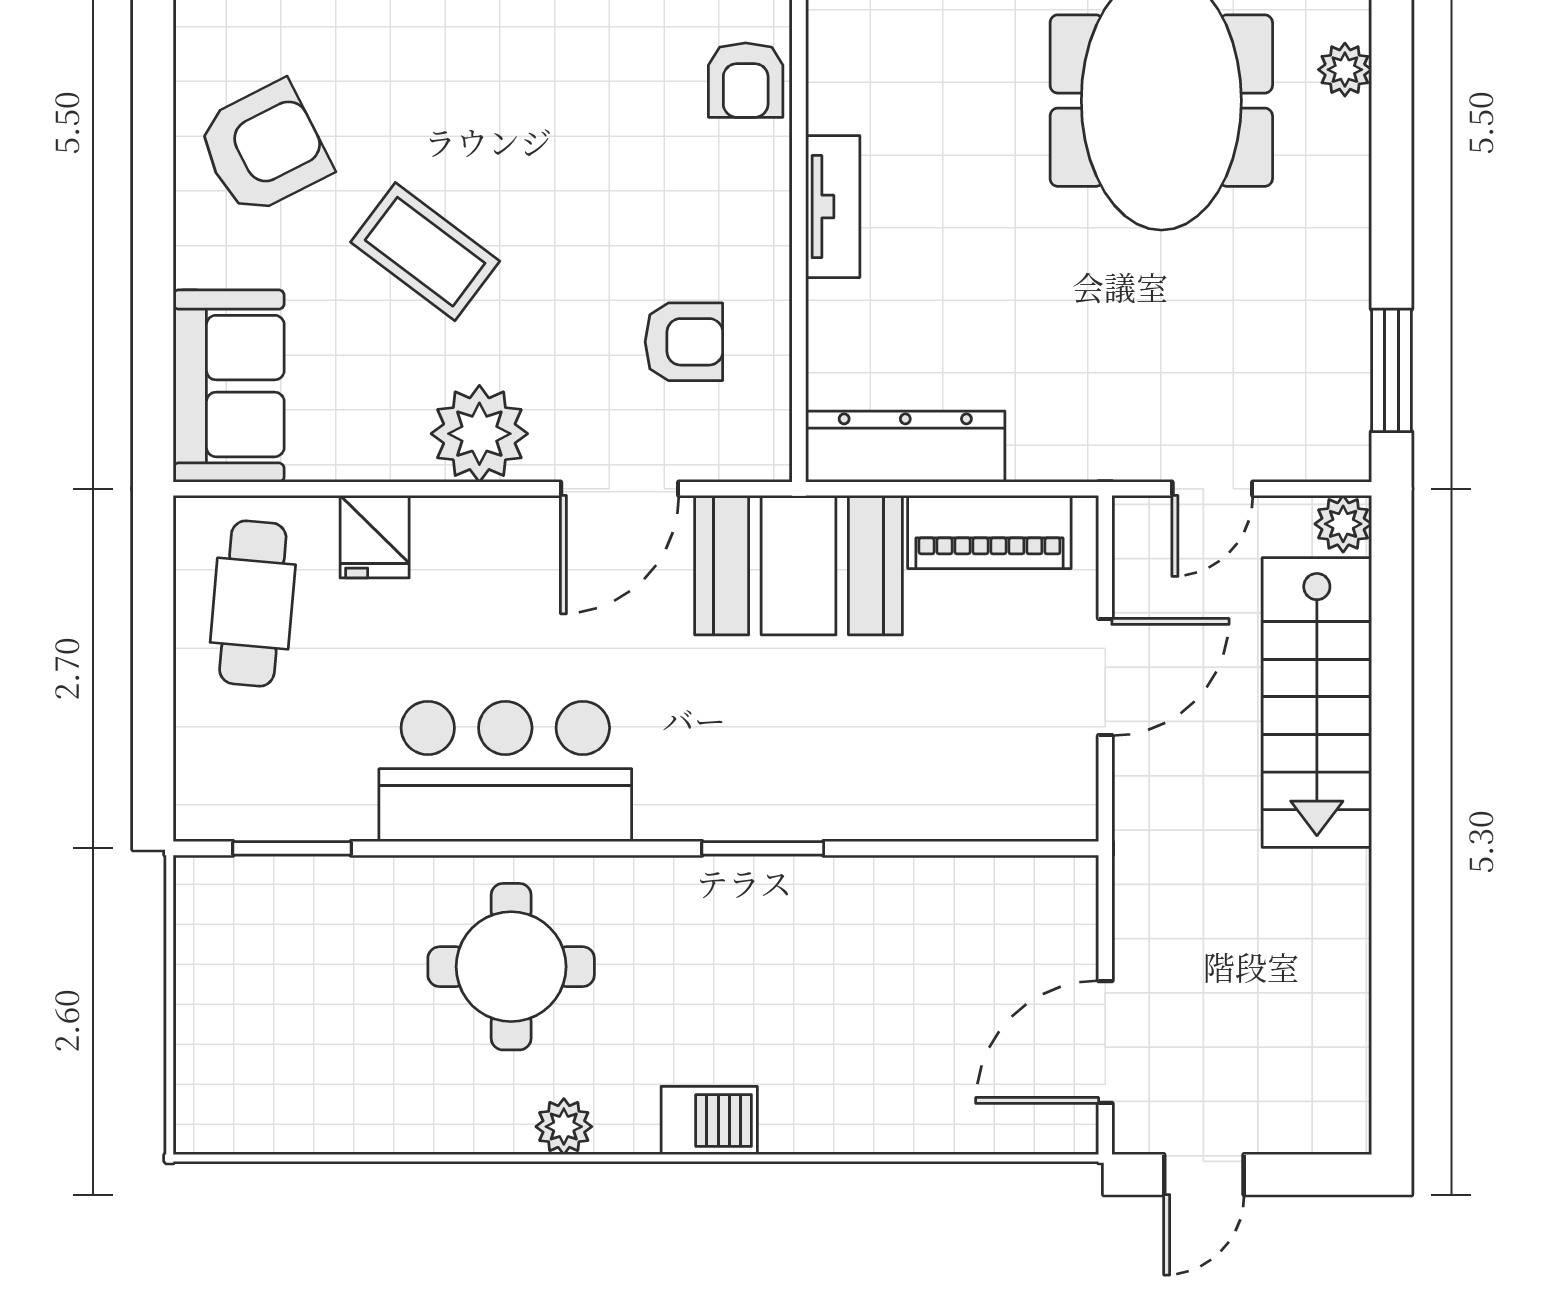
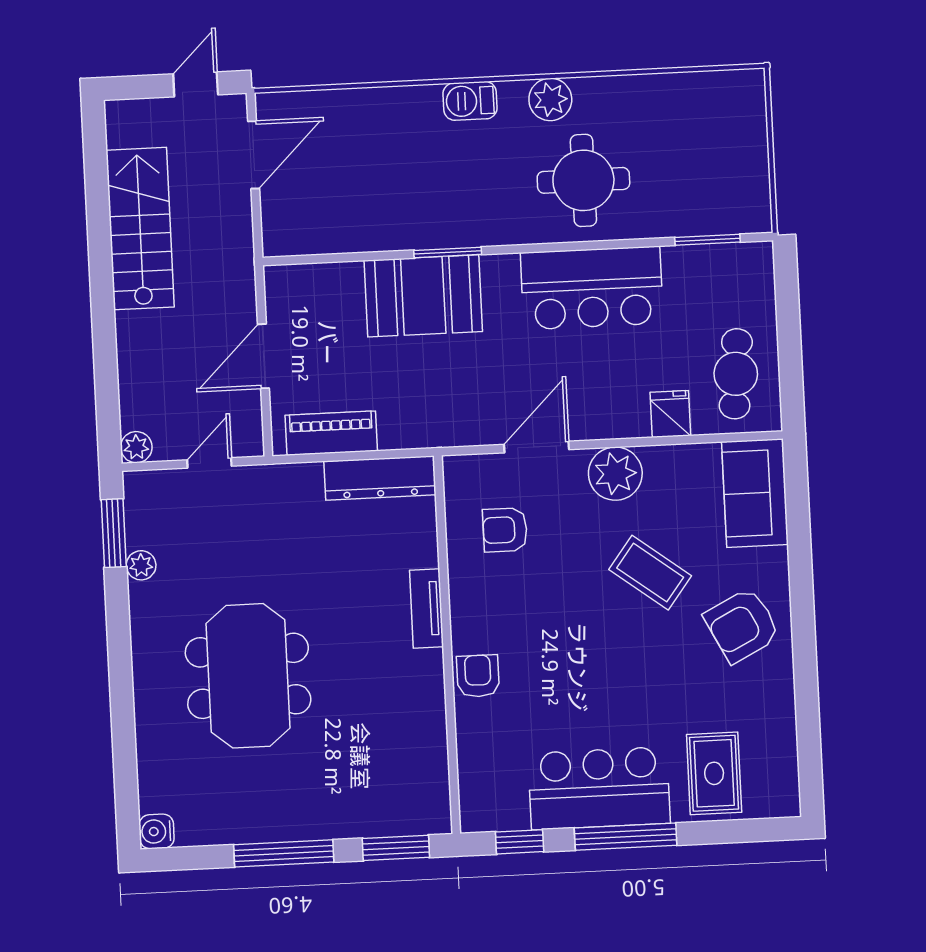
plant: (1345, 70) -> (141, 565), moved
booth: (799, 565) -> (423, 296), moved
stairs: (1317, 702) -> (140, 229), moved
plant: (564, 1127) -> (550, 99), width x1.38, depth x1.38

